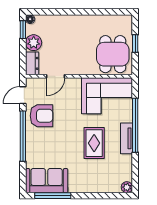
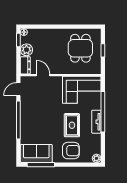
dining table: (113, 54) -> (80, 48), moved
door: (56, 76) -> (43, 75), swing flipped
armchair: (41, 116) -> (71, 151), moved

